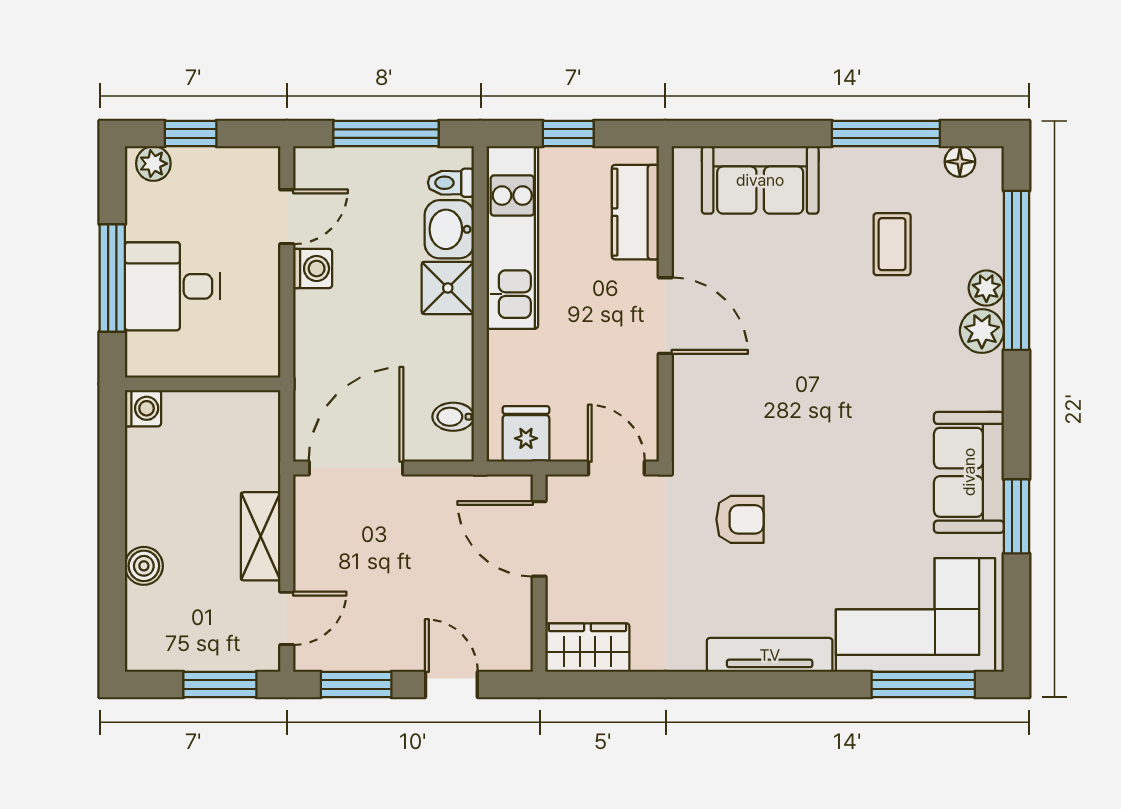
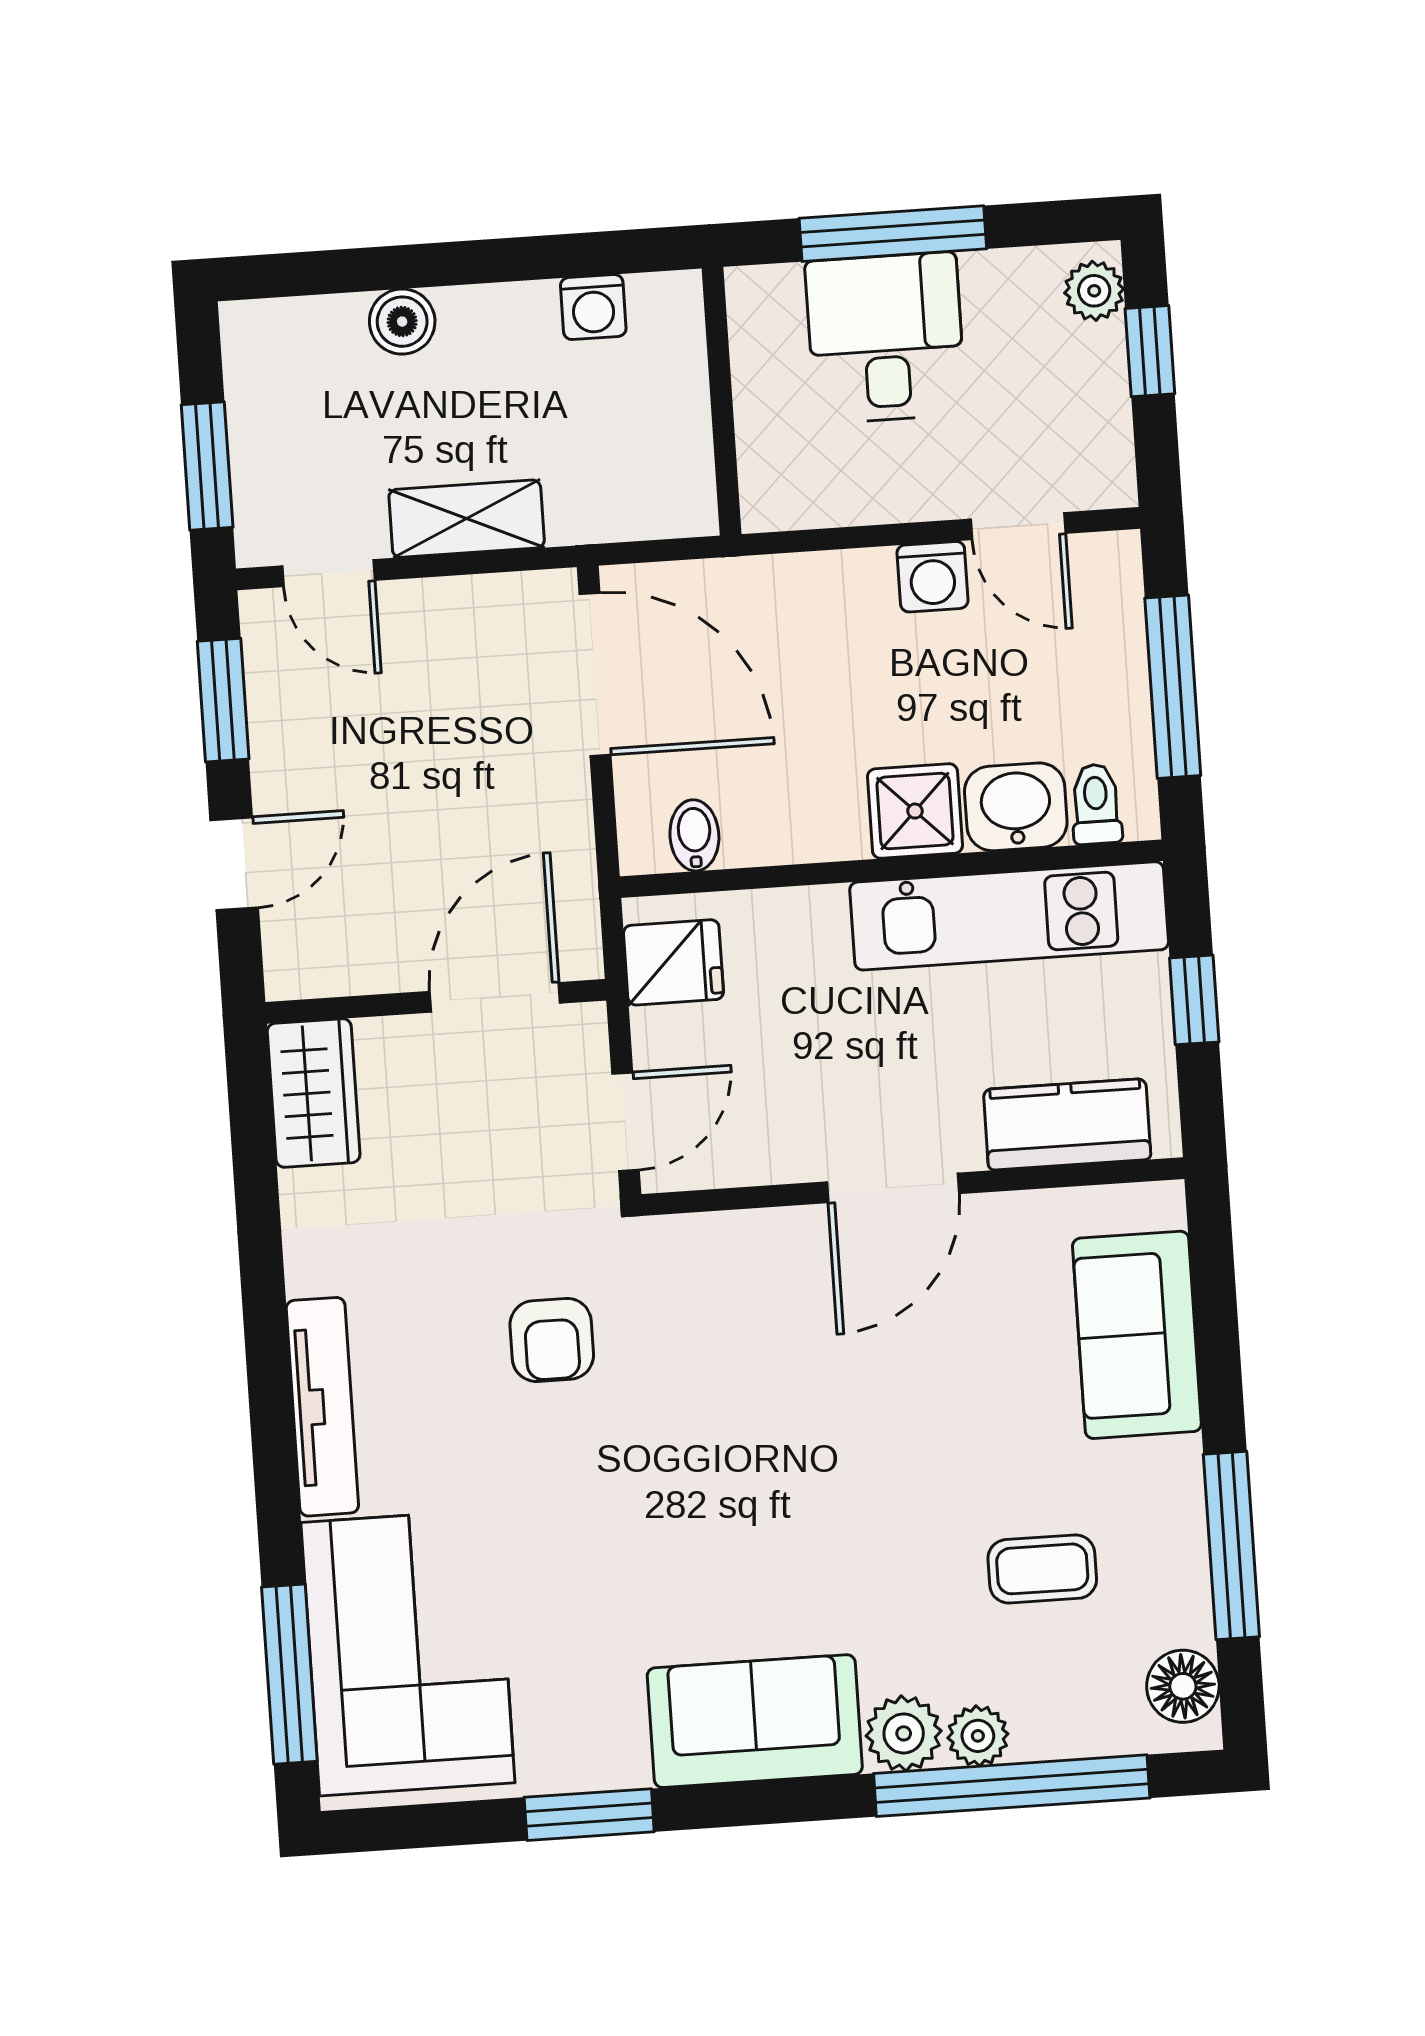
floor lamp: (960, 162) -> (1183, 1686), width x1.37, depth x1.37
washing machine: (143, 408) -> (593, 307), moved
sofa: (969, 472) -> (755, 1721), moved

